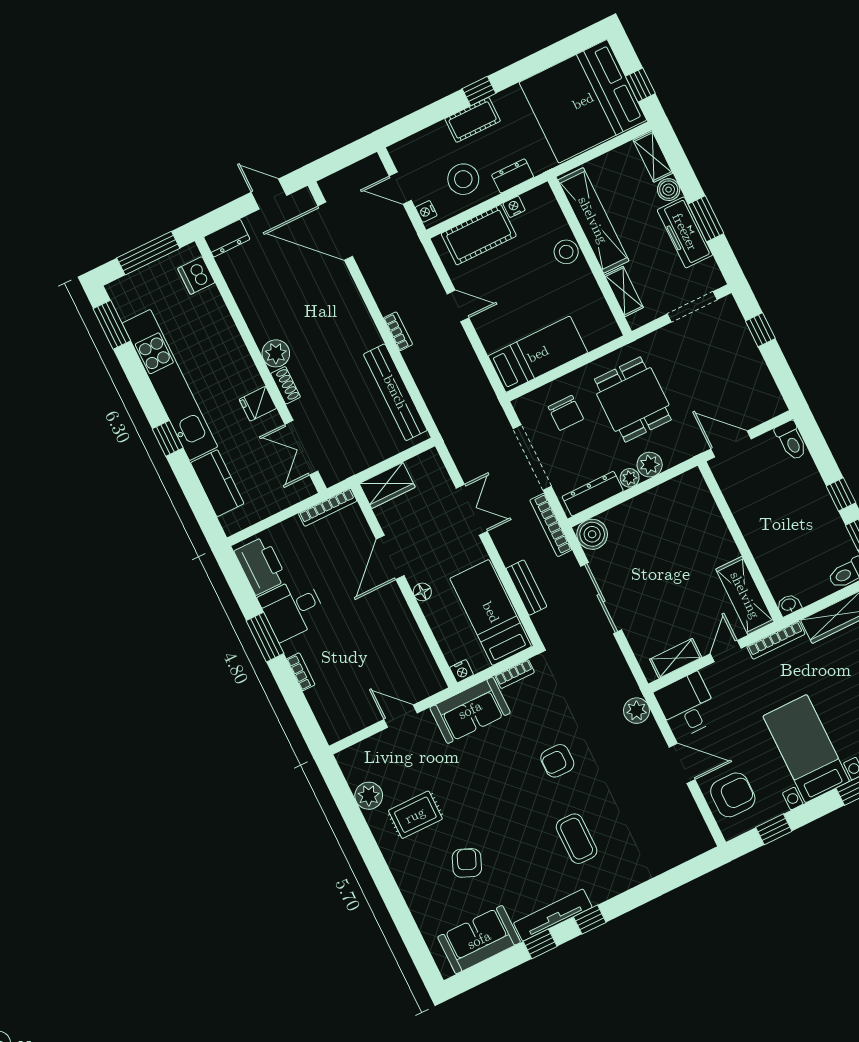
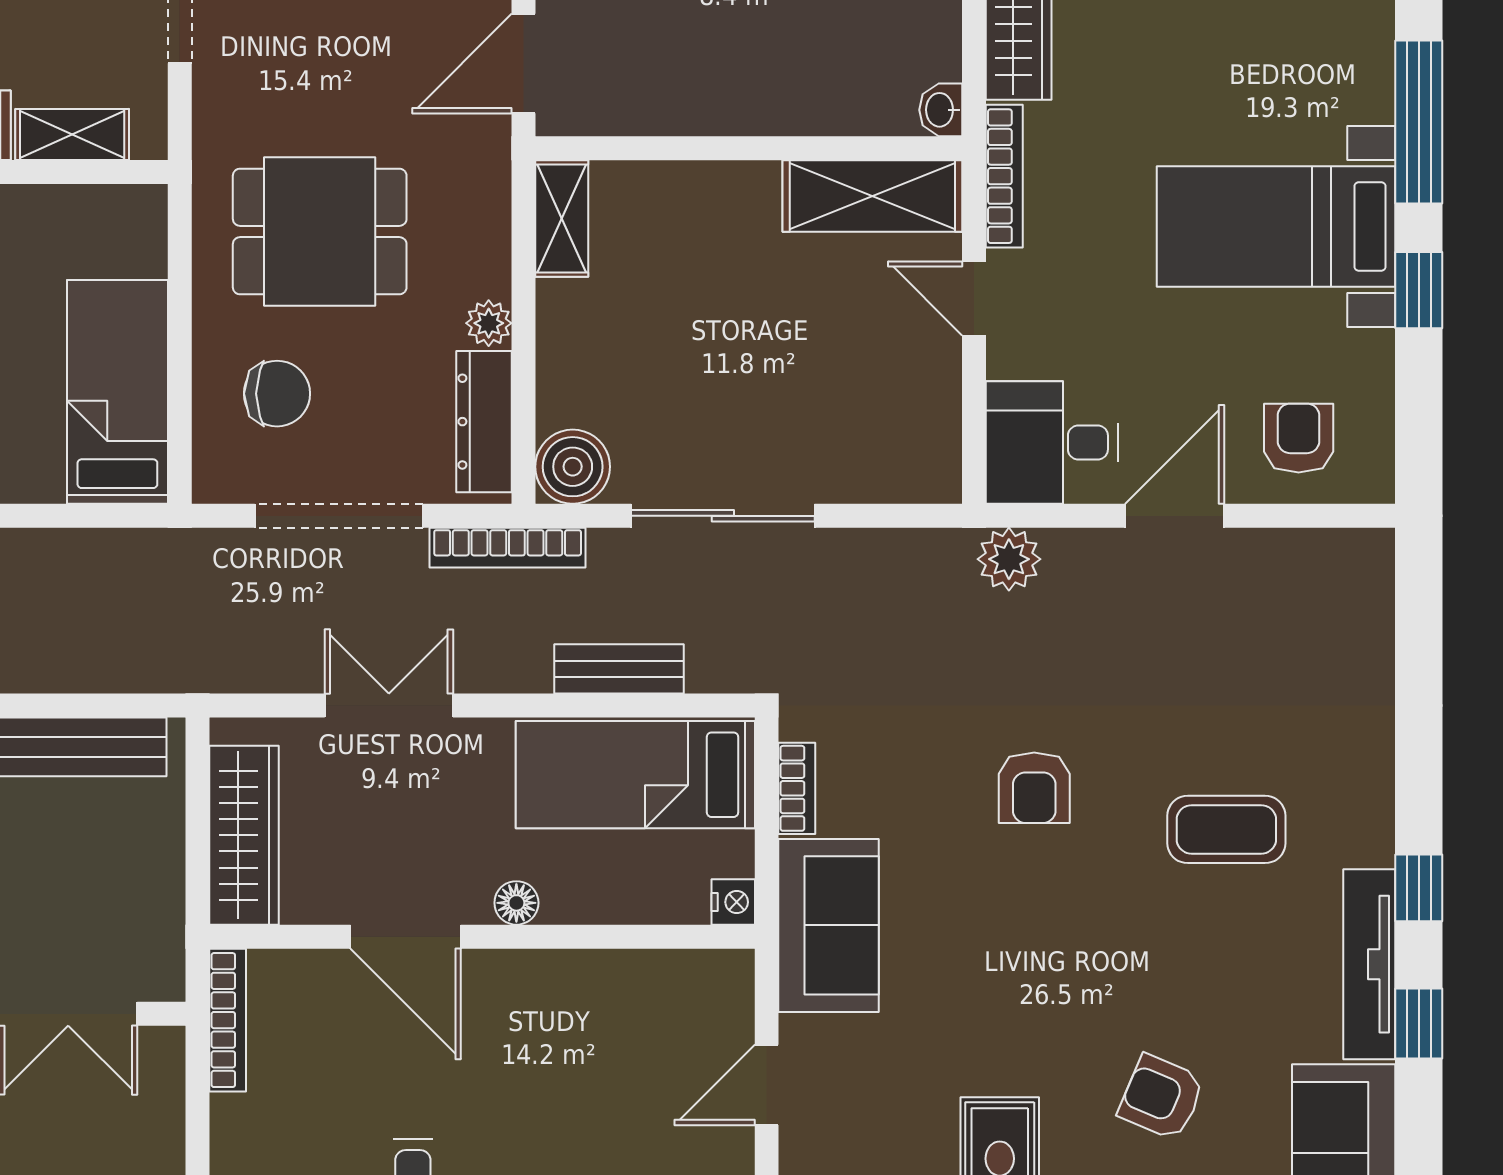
plant: (650, 465) -> (481, 265), removed
wardrobe: (387, 485) -> (244, 835), width x1.50
shelving: (676, 658) -> (562, 219), moved
armchair: (733, 795) -> (1299, 438), width x0.72, depth x0.72
window: (774, 829) -> (1419, 290), moved

